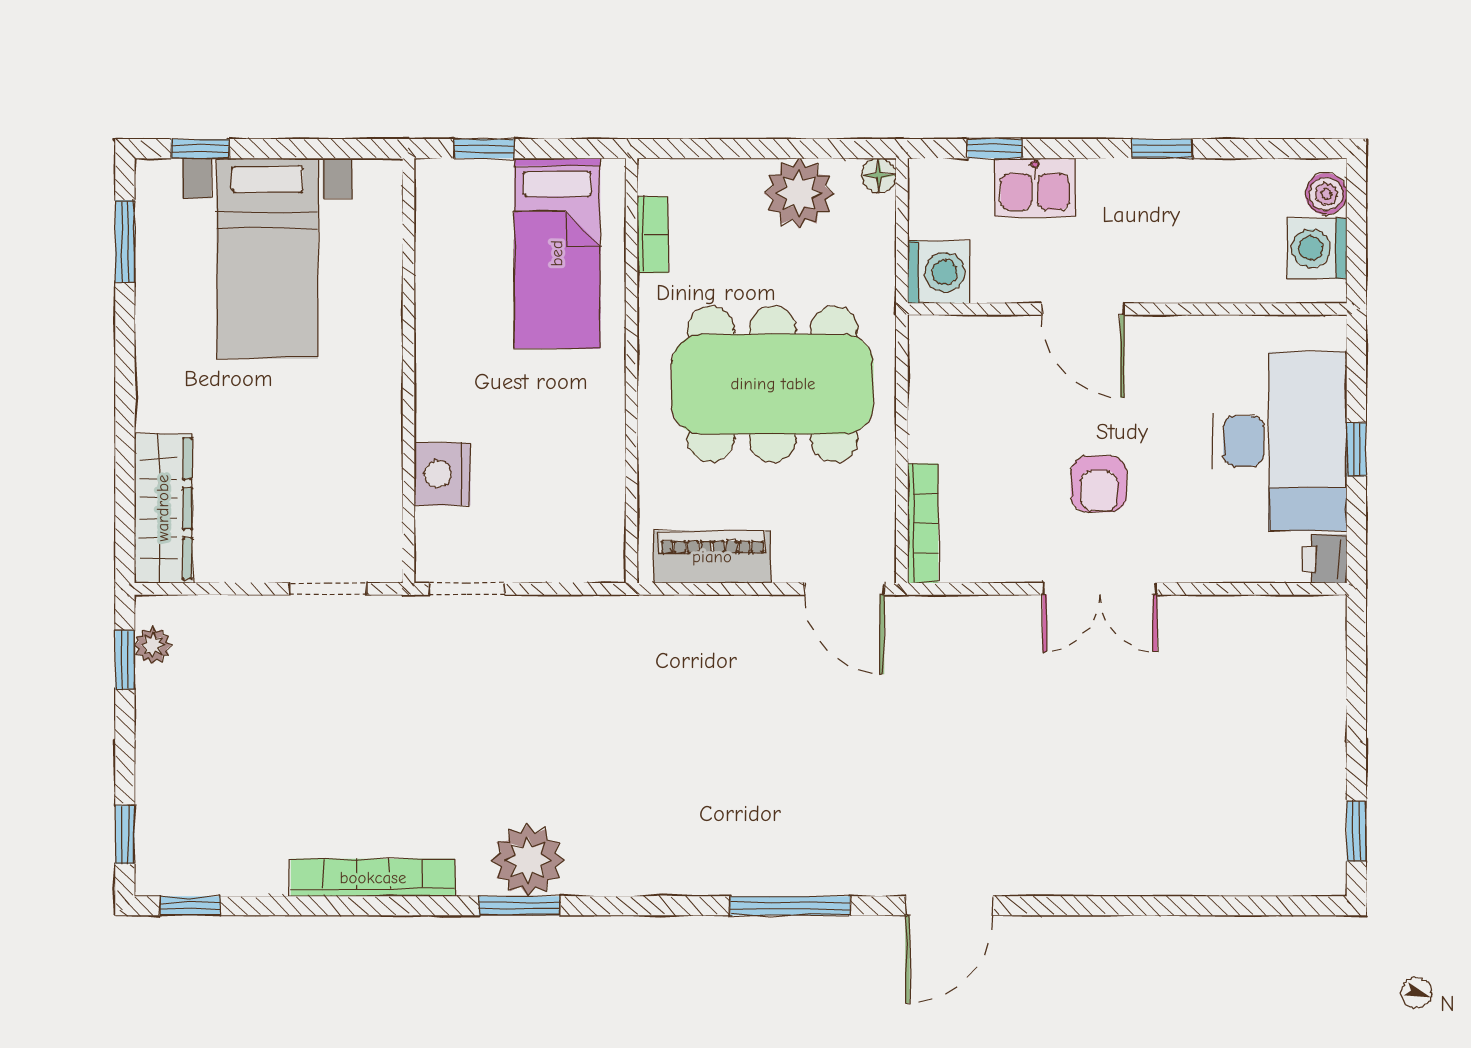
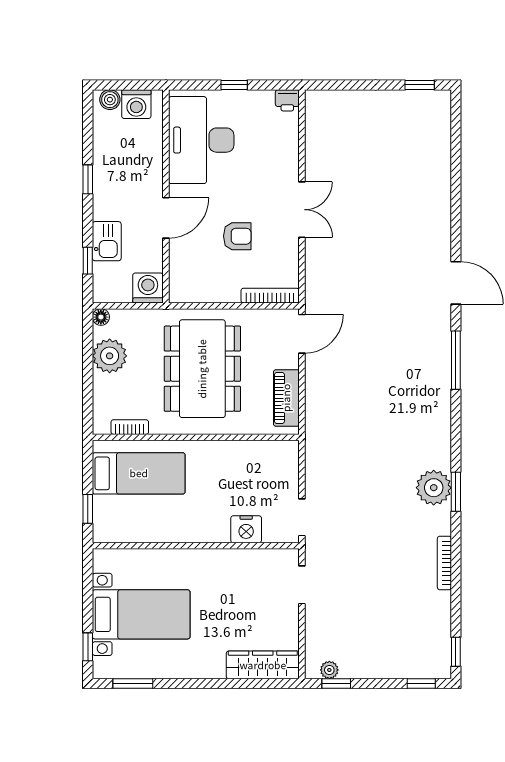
desk: (1280, 441) -> (201, 140), moved, turned -90
armchair: (1099, 484) -> (237, 236), moved
bookcase: (373, 878) -> (444, 563), width x0.68, depth x0.76

